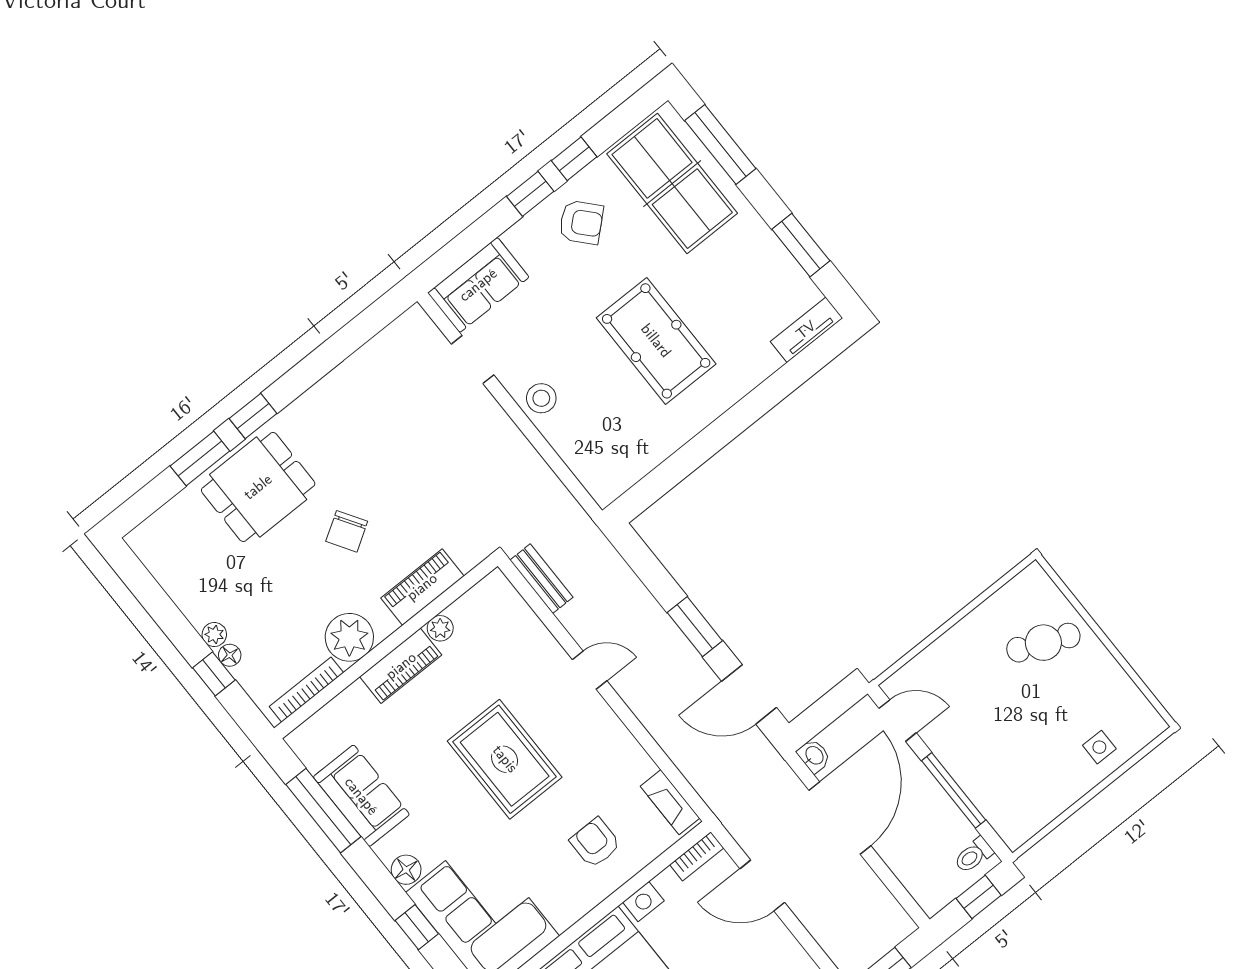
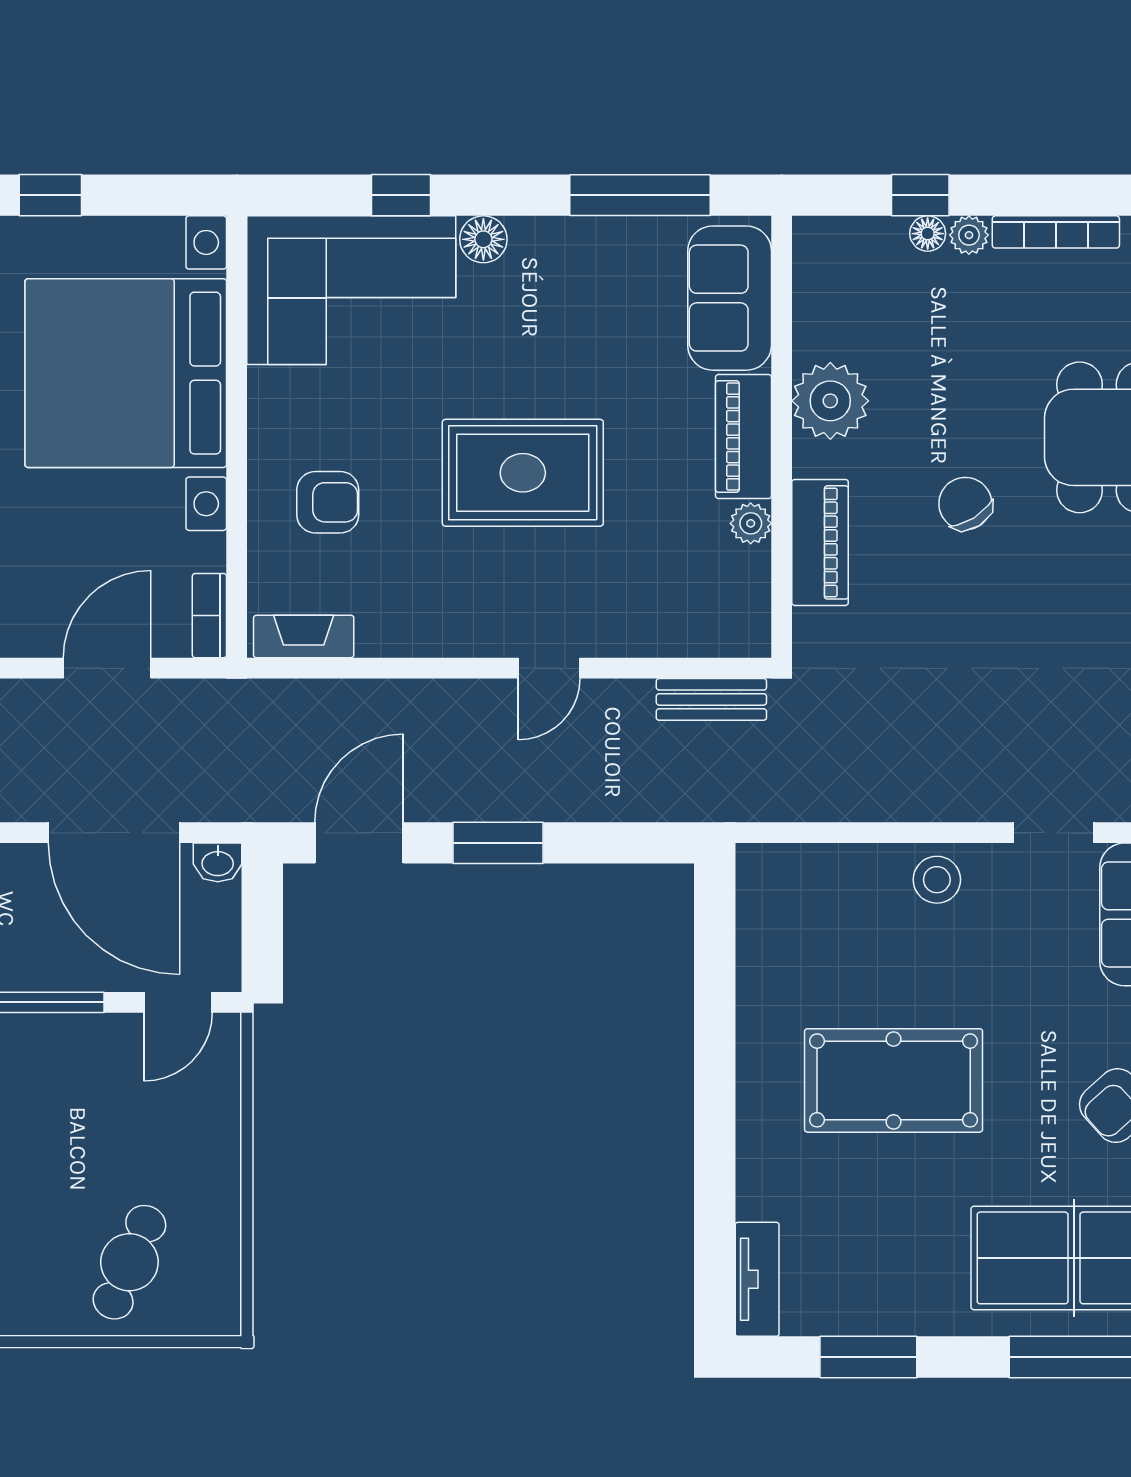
bookcase: (306, 690) -> (1056, 232), moved, turned 90
sofa: (361, 796) -> (730, 298), moved, turned 90

